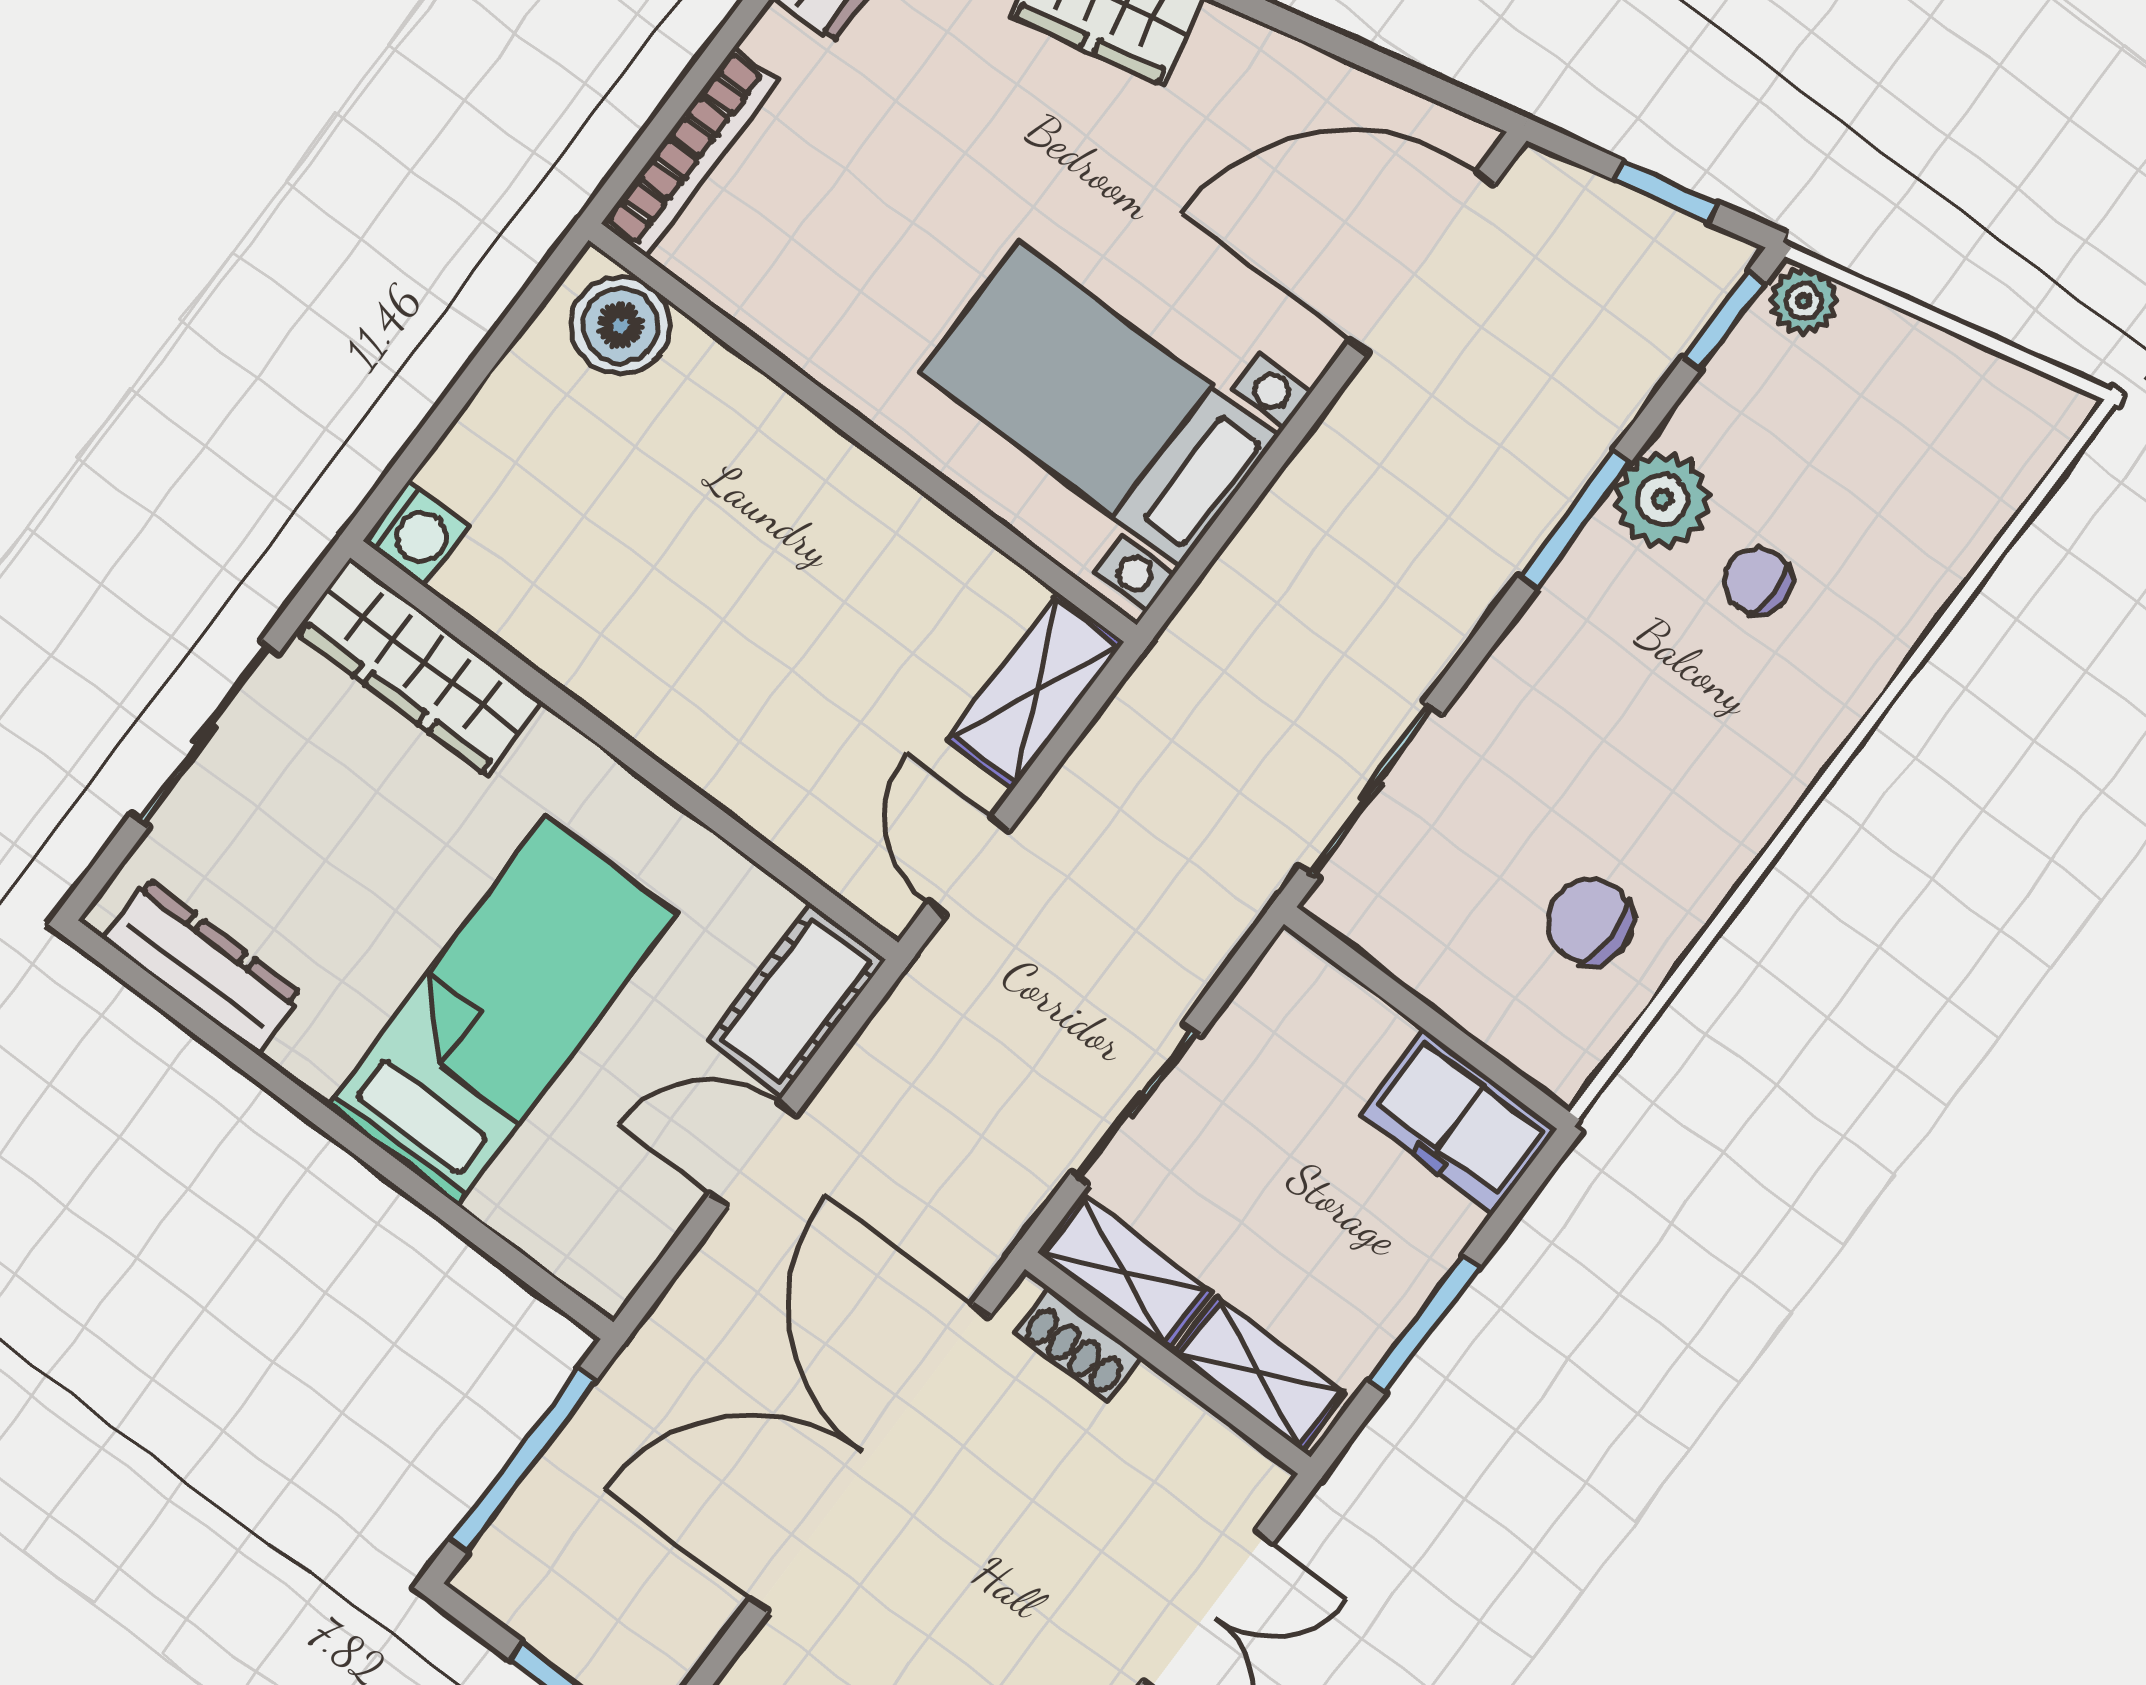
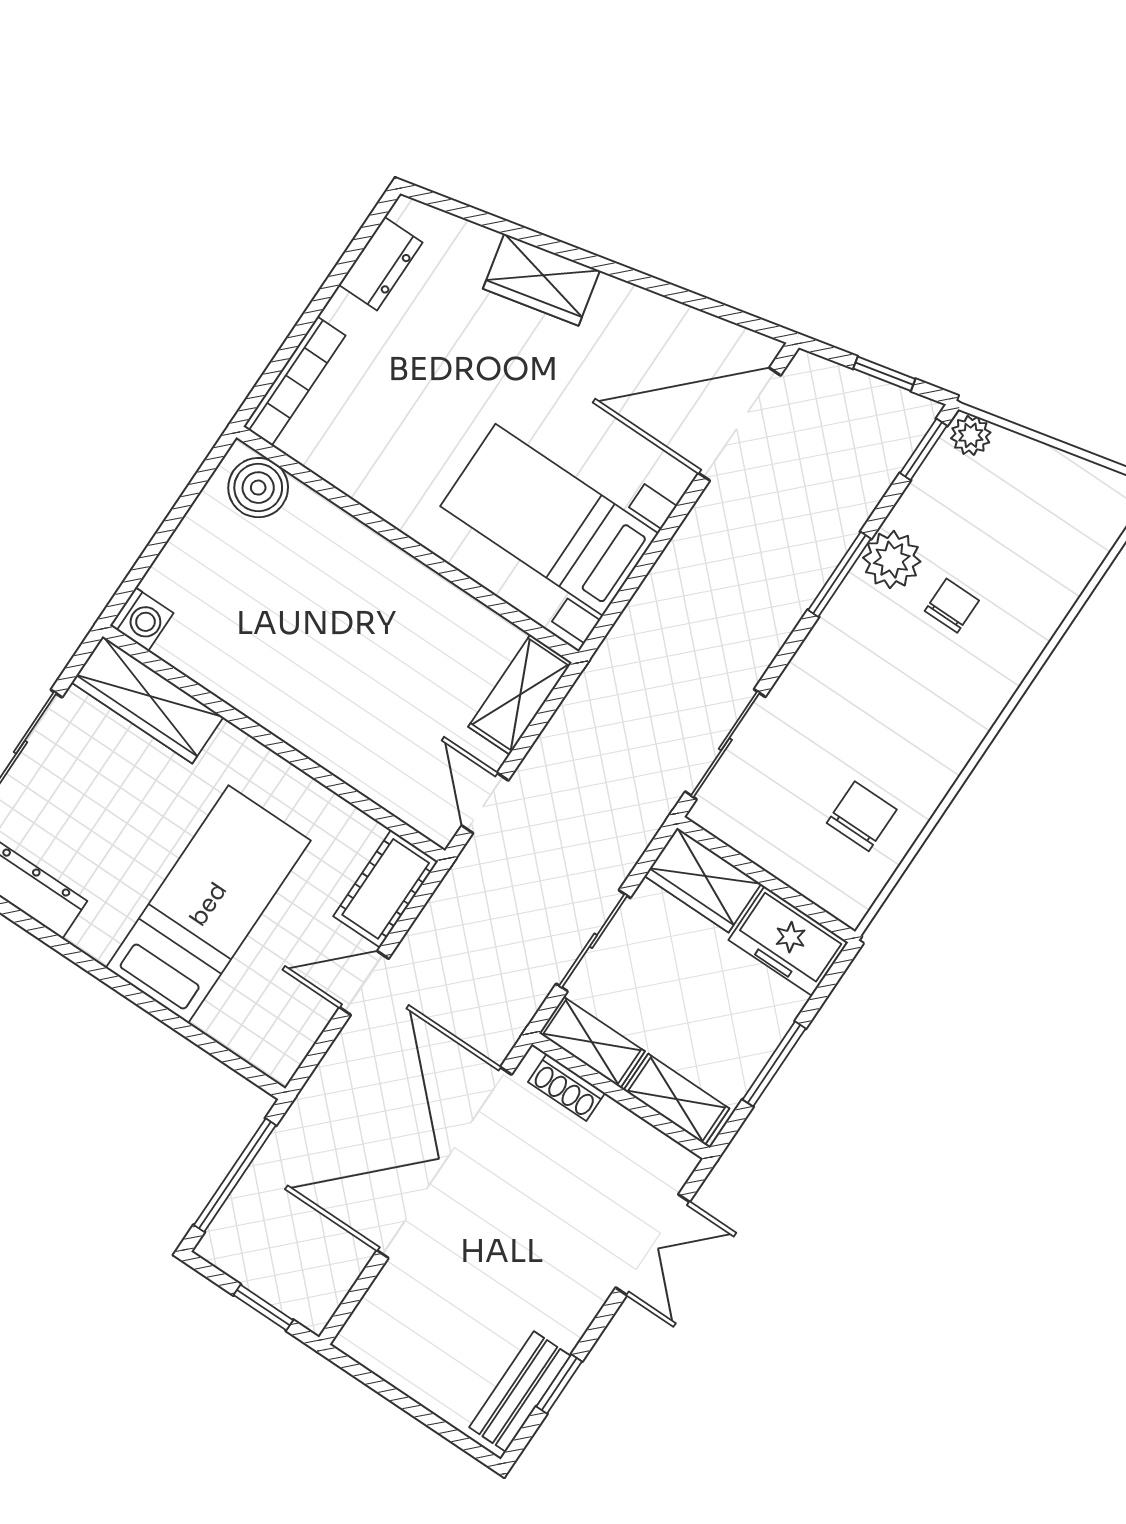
chair: (1758, 581) -> (952, 606), turned 90
chair: (1590, 921) -> (862, 816), turned 90
wardrobe: (1322, 1013) -> (703, 880), added

